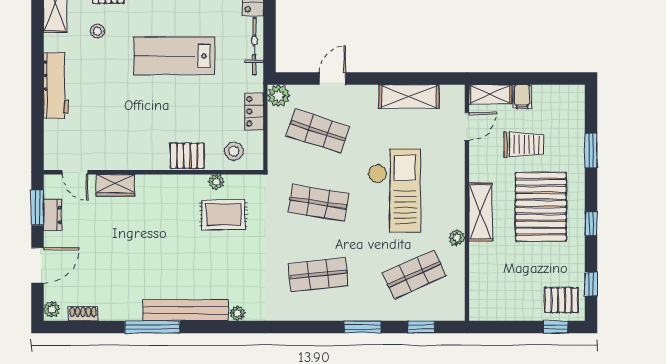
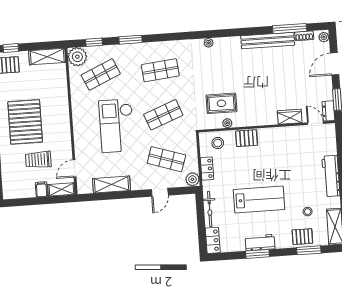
shop shelf: (318, 203) -> (163, 115), turned -30
shelving: (481, 212) -> (47, 57), moved, turned 90
dresser: (53, 215) -> (328, 111), moved
plant: (457, 238) -> (77, 57), moved, width x1.87, depth x1.87
bench: (186, 310) -> (268, 41), moved
window: (152, 327) -> (290, 29), moved

